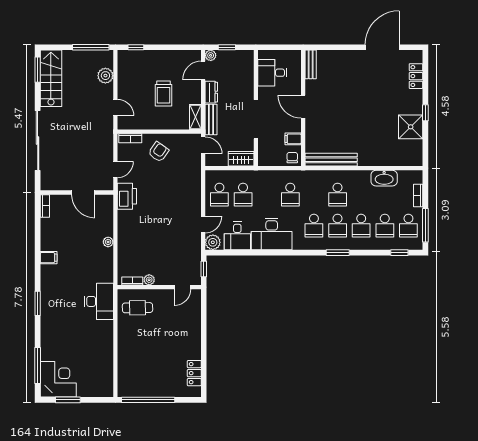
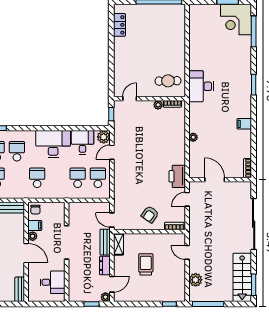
plant: (296, 126) -> (33, 236), added
wardrobe: (241, 159) -> (79, 208), removed

